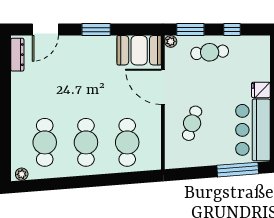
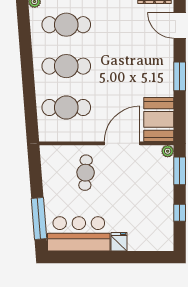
cafe table: (210, 52) -> (157, 190), removed
cafe table: (192, 123) -> (86, 173), turned 76

